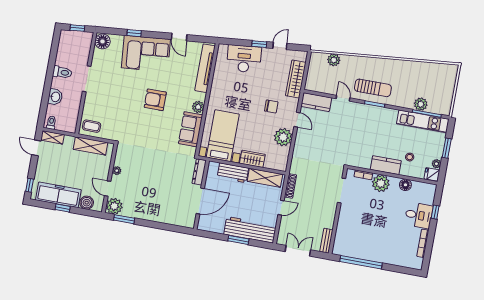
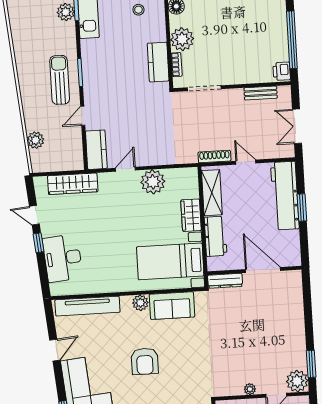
chair: (271, 106) -> (116, 207), removed
kitchen counter: (386, 165) -> (158, 62), moved
bench: (326, 241) -> (261, 93), moved
printer: (340, 249) -> (282, 71), added

